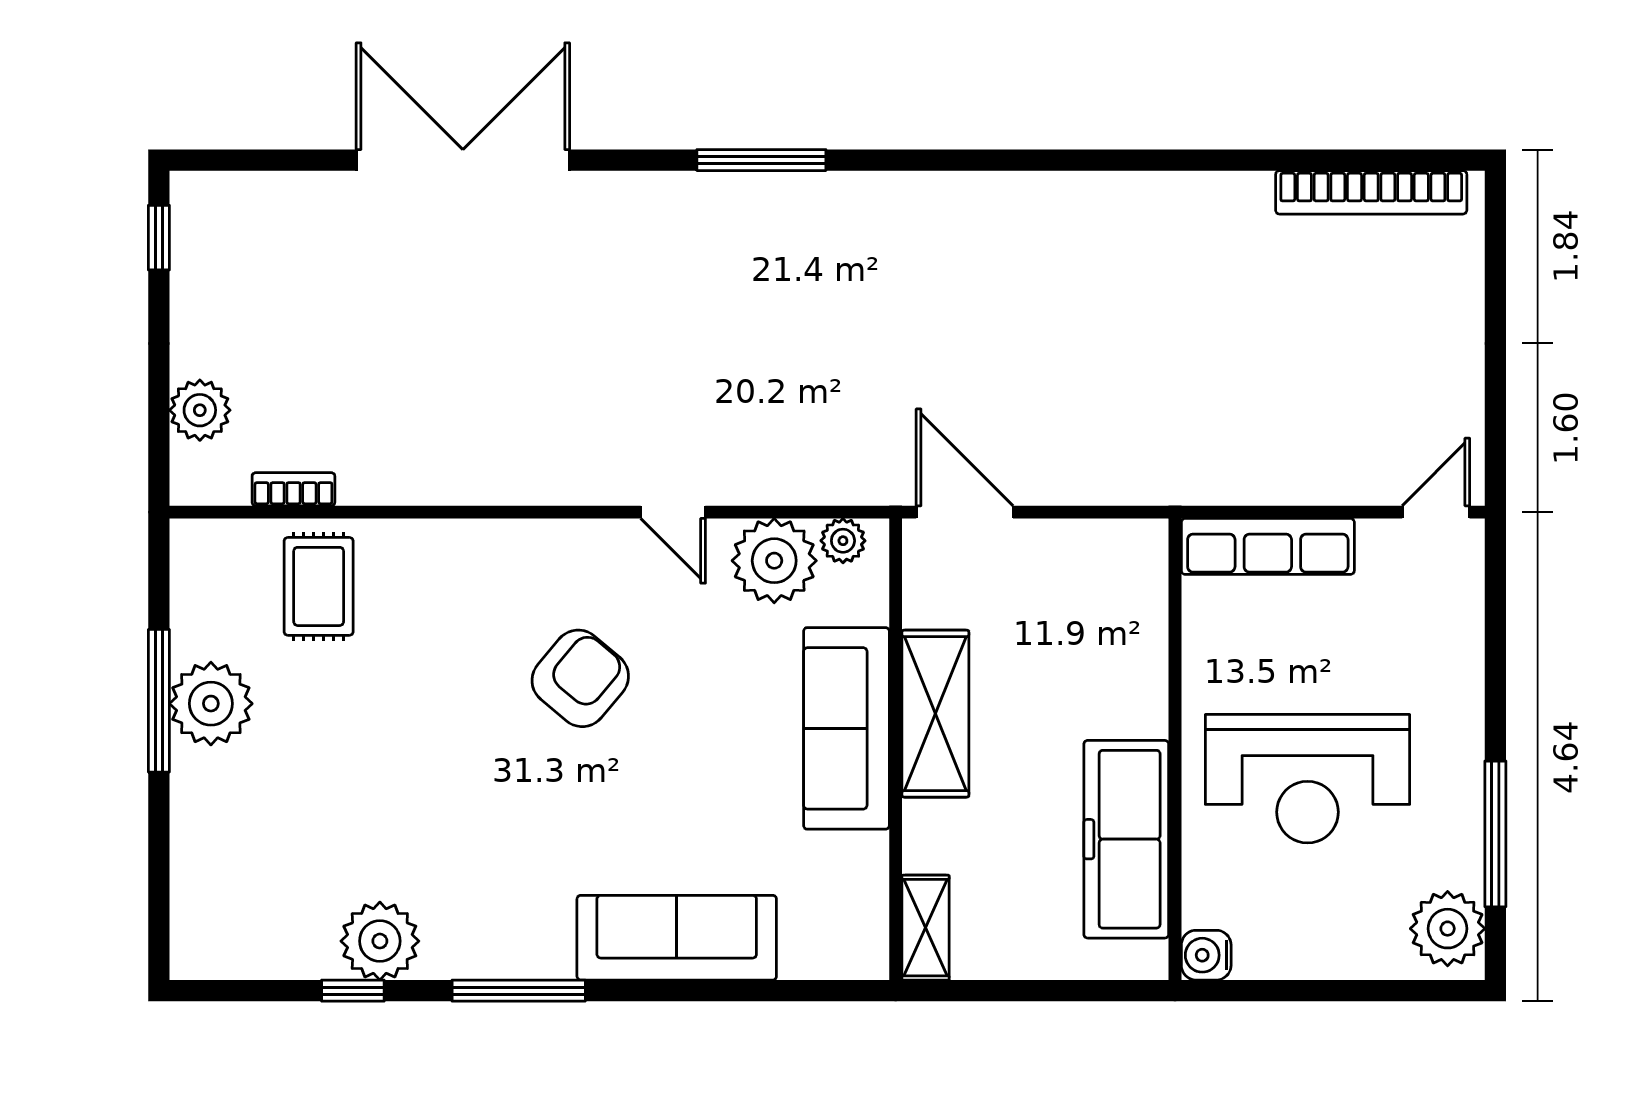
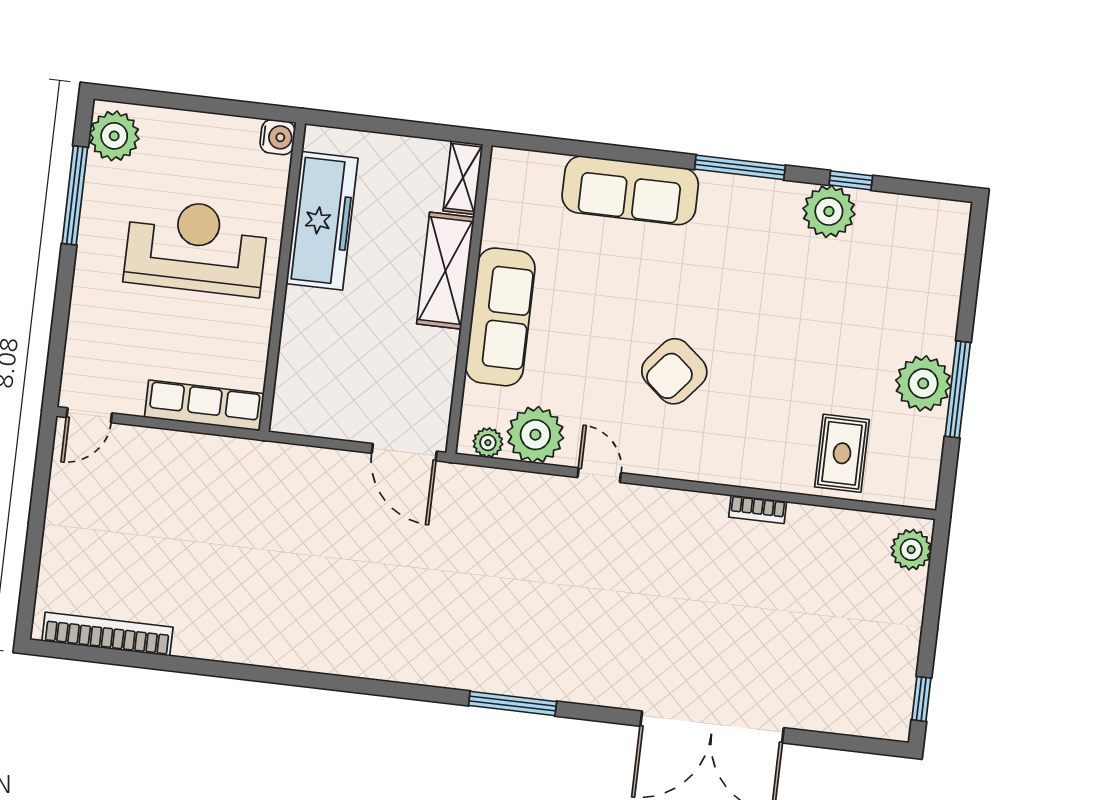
plant: (200, 410) -> (911, 550), moved
bookcase: (293, 489) -> (758, 509), moved
shelving: (935, 714) -> (445, 271), moved

